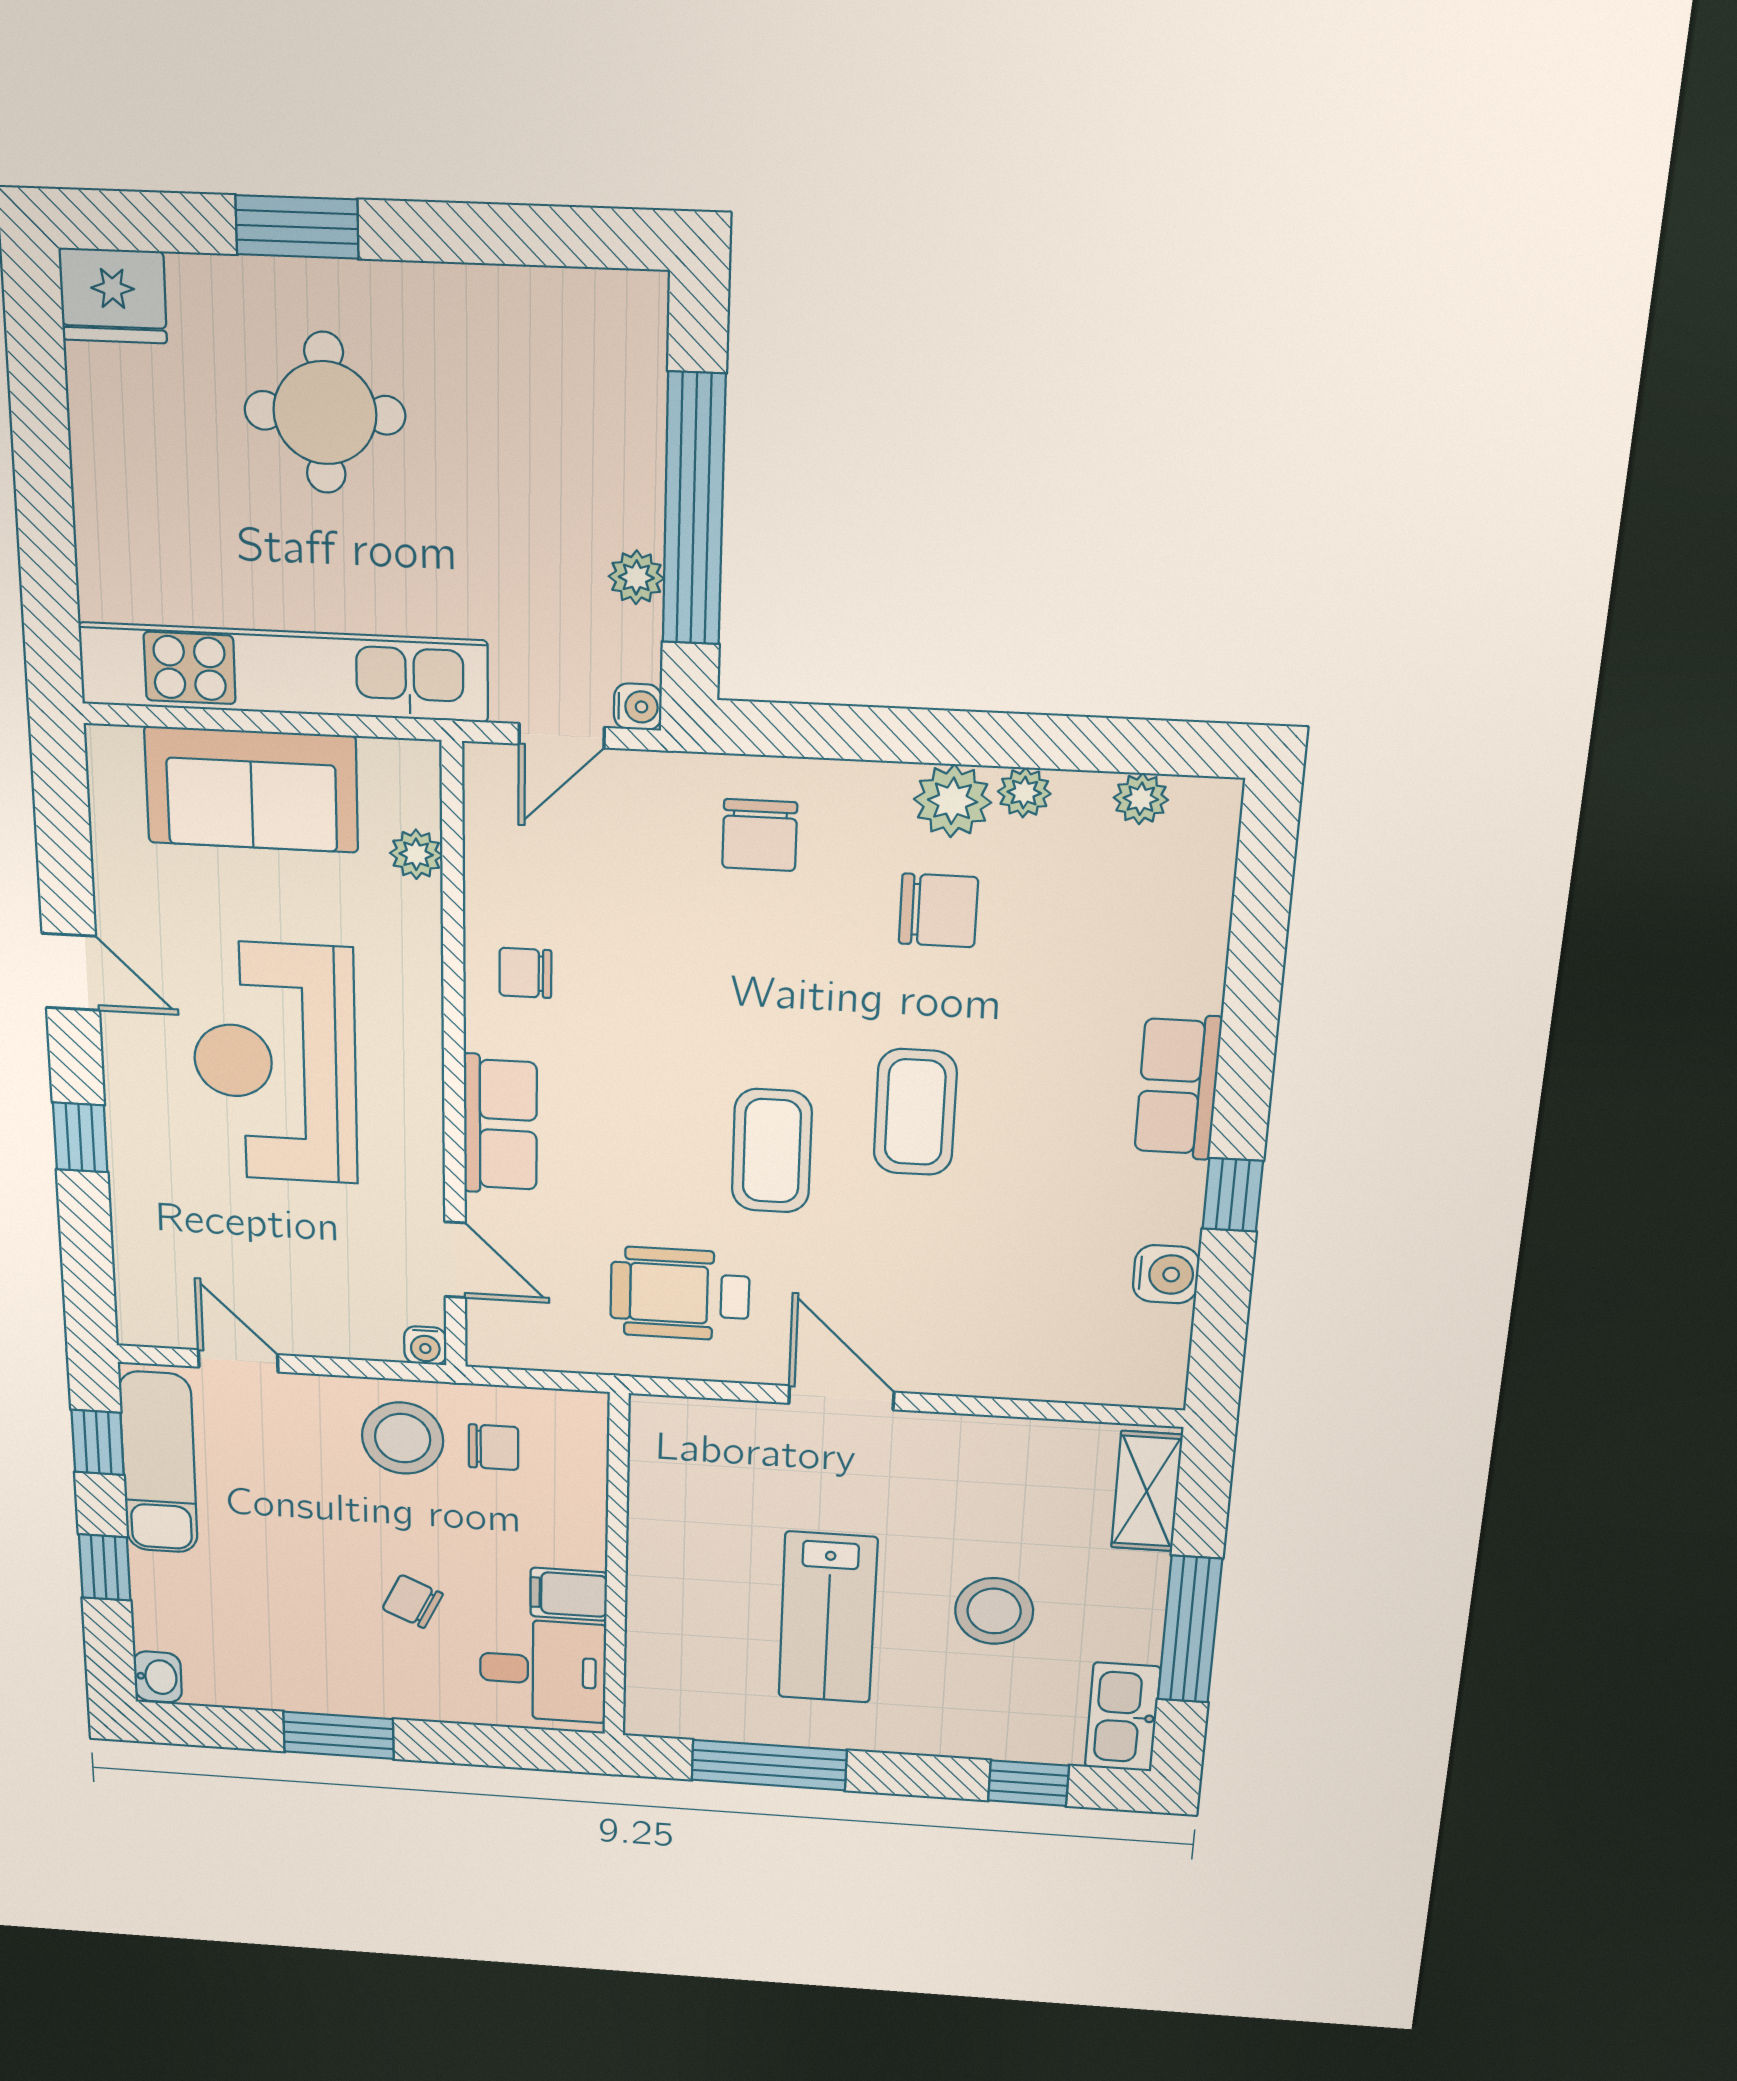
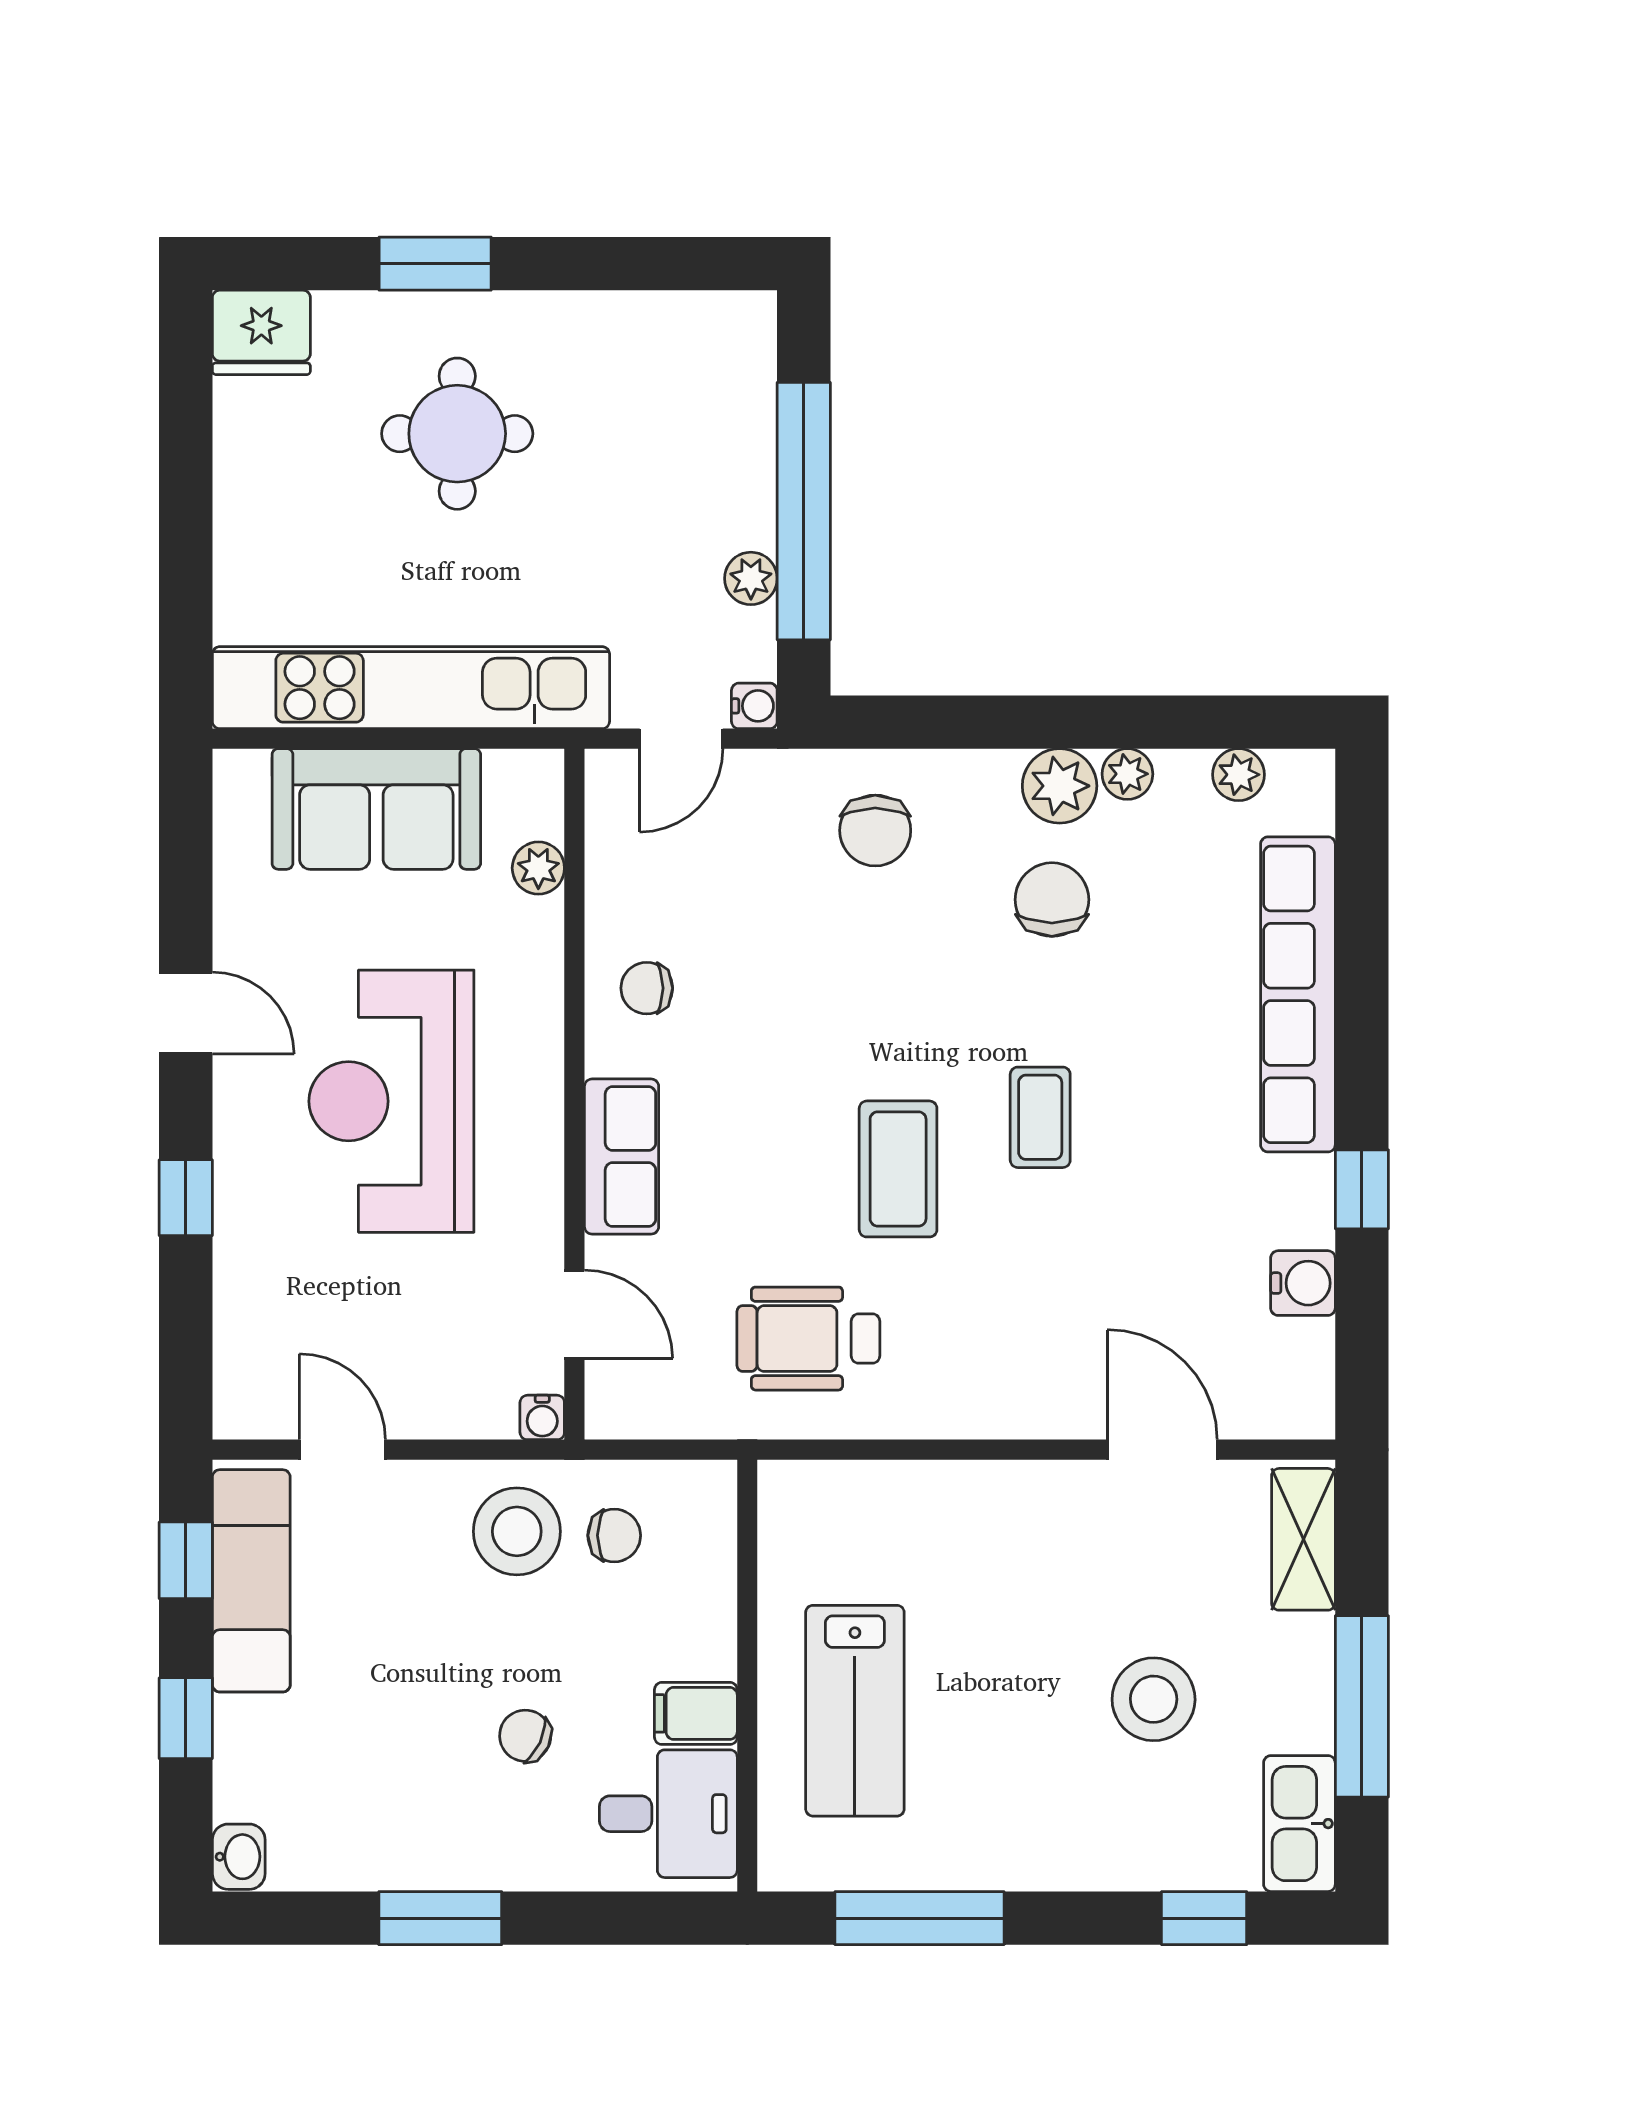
chair: (938, 910) -> (1052, 900), turned -90
row of seats: (1178, 1087) -> (1298, 994), width x2.02
coffee table: (915, 1112) -> (1040, 1117), width x0.73, depth x0.77
door: (841, 1398) -> (1162, 1450), moved
lab bench: (828, 1618) -> (855, 1711), moved

